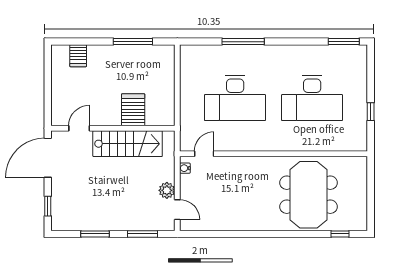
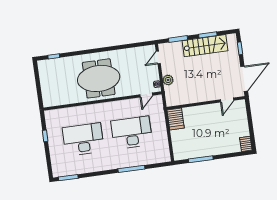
server rack: (78, 56) -> (246, 144), moved
server rack: (133, 110) -> (176, 119), moved
stairs: (128, 144) -> (205, 46), moved, turned 180
plant: (167, 190) -> (168, 80), moved
meeting table: (309, 195) -> (99, 78), moved, turned 90
door: (177, 210) -> (158, 57), hinge flipped

